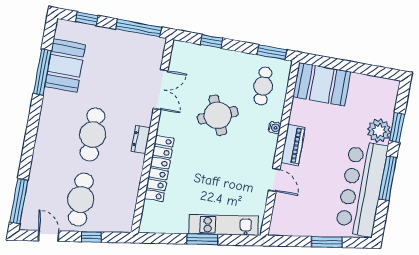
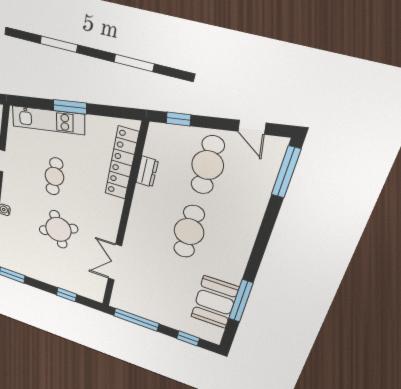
cafe table: (263, 86) -> (54, 176), moved
dresser: (141, 140) -> (147, 172), moved
locker: (159, 168) -> (122, 163), moved
window: (91, 237) -> (178, 119), moved

